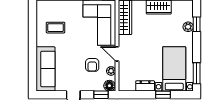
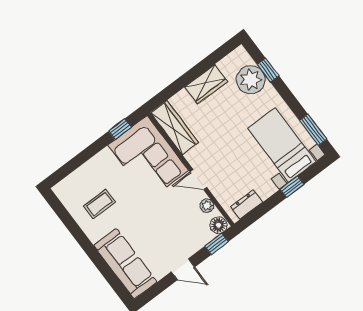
plant: (188, 27) -> (251, 80), width x1.87, depth x1.87
armchair: (92, 65) -> (178, 216), removed
dresser: (145, 86) -> (247, 204), moved

